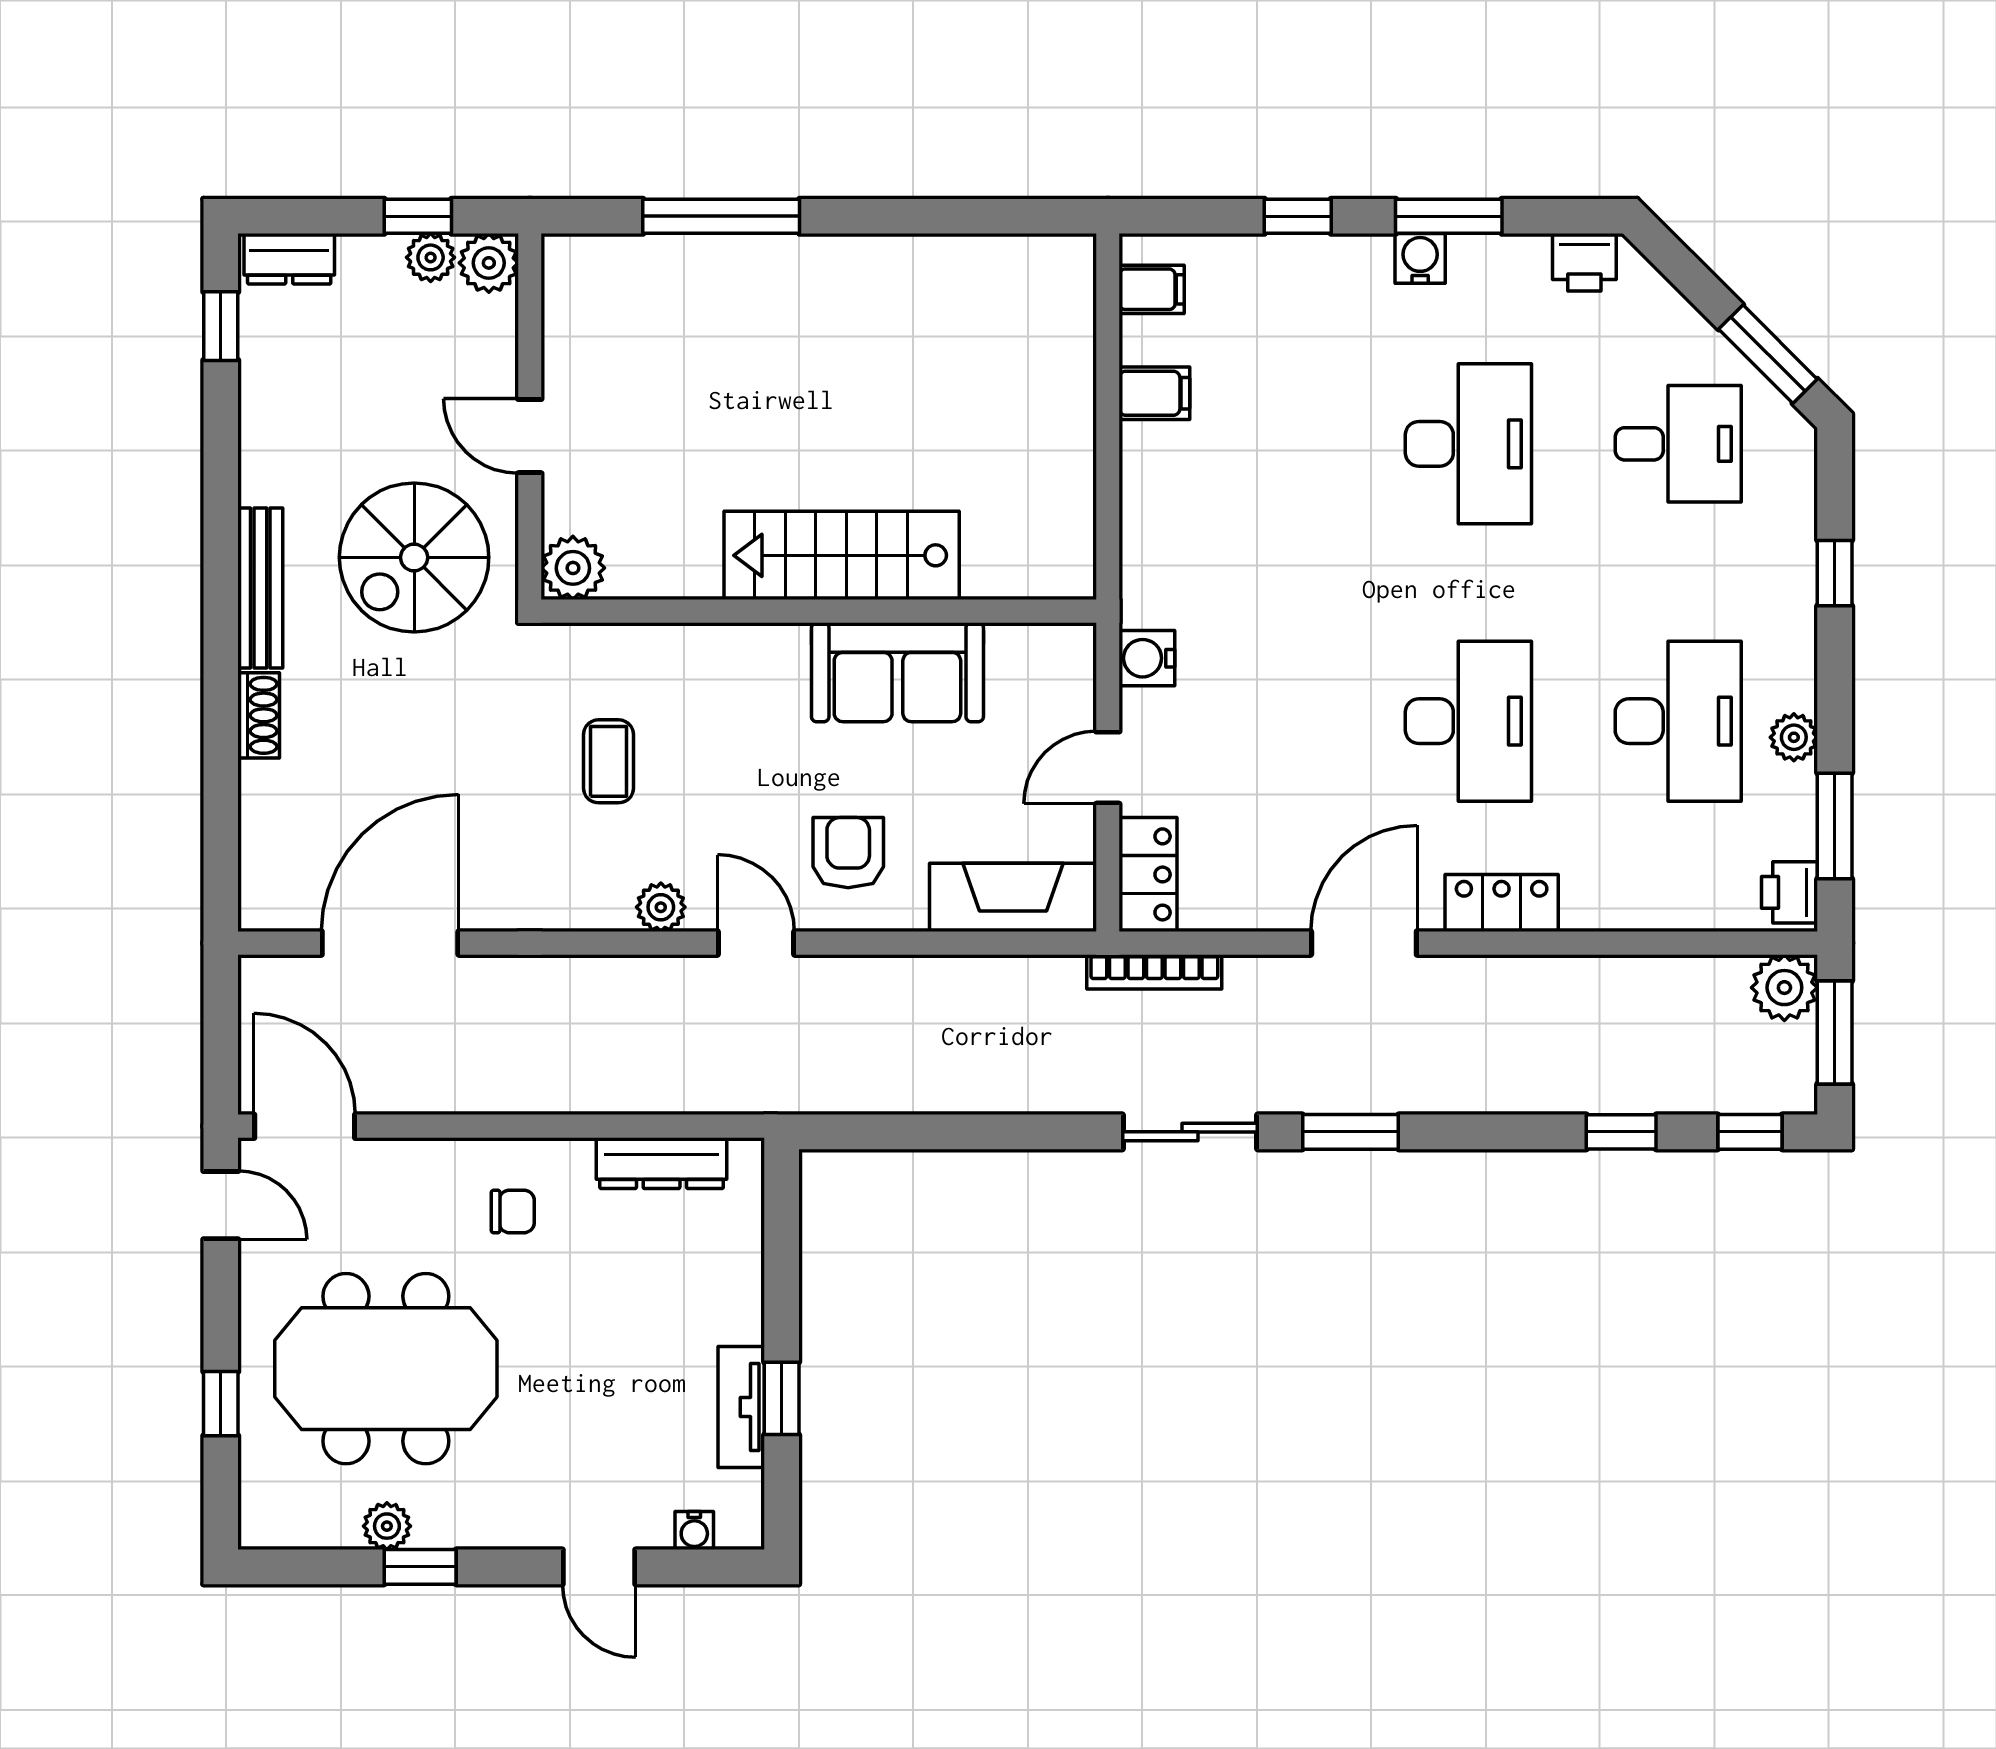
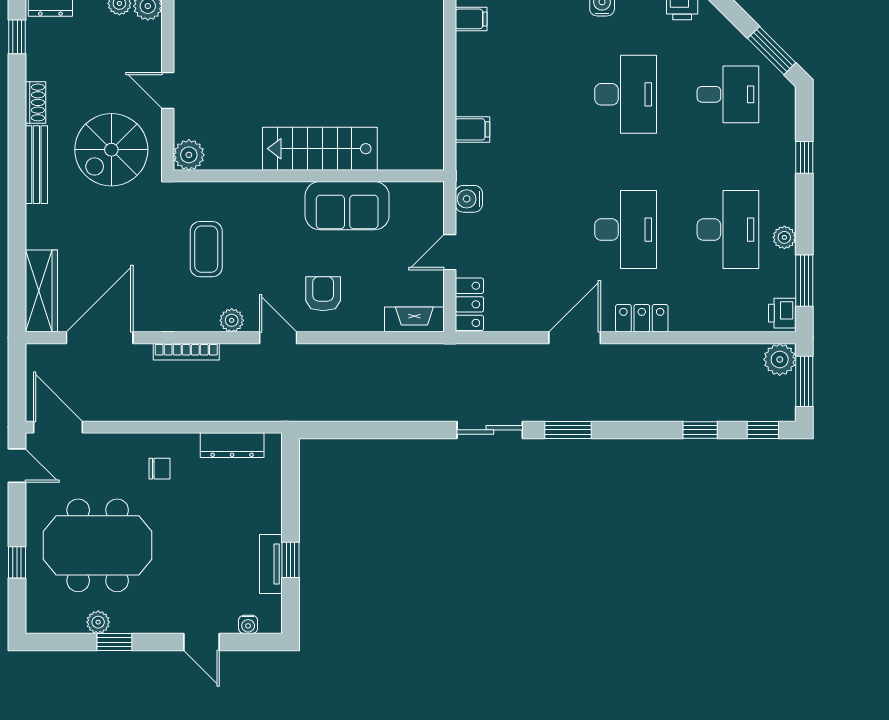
filing cabinet: (1154, 393) -> (472, 129), moved
shoe rack: (259, 715) -> (36, 102), moved
coffee table: (609, 761) -> (206, 249), width x1.36, depth x1.30
wardrobe: (271, 847) -> (41, 291), added
fireplace: (1013, 897) -> (414, 320), width x0.73, depth x0.76
bookcase: (1154, 972) -> (186, 352), moved

